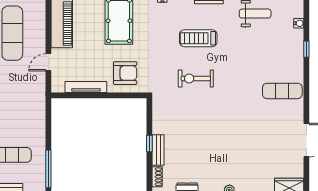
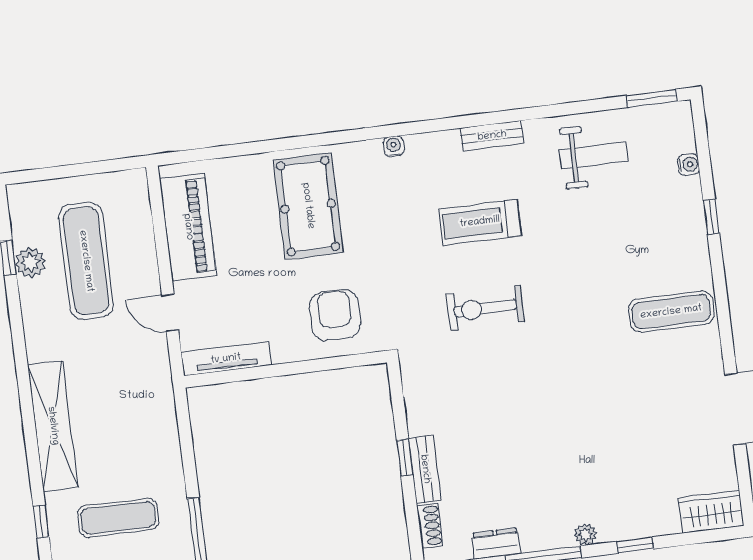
door: (48, 62) -> (170, 313), hinge flipped
armchair: (125, 73) -> (335, 315), turned -90
tv unit: (86, 87) -> (226, 359), moved

